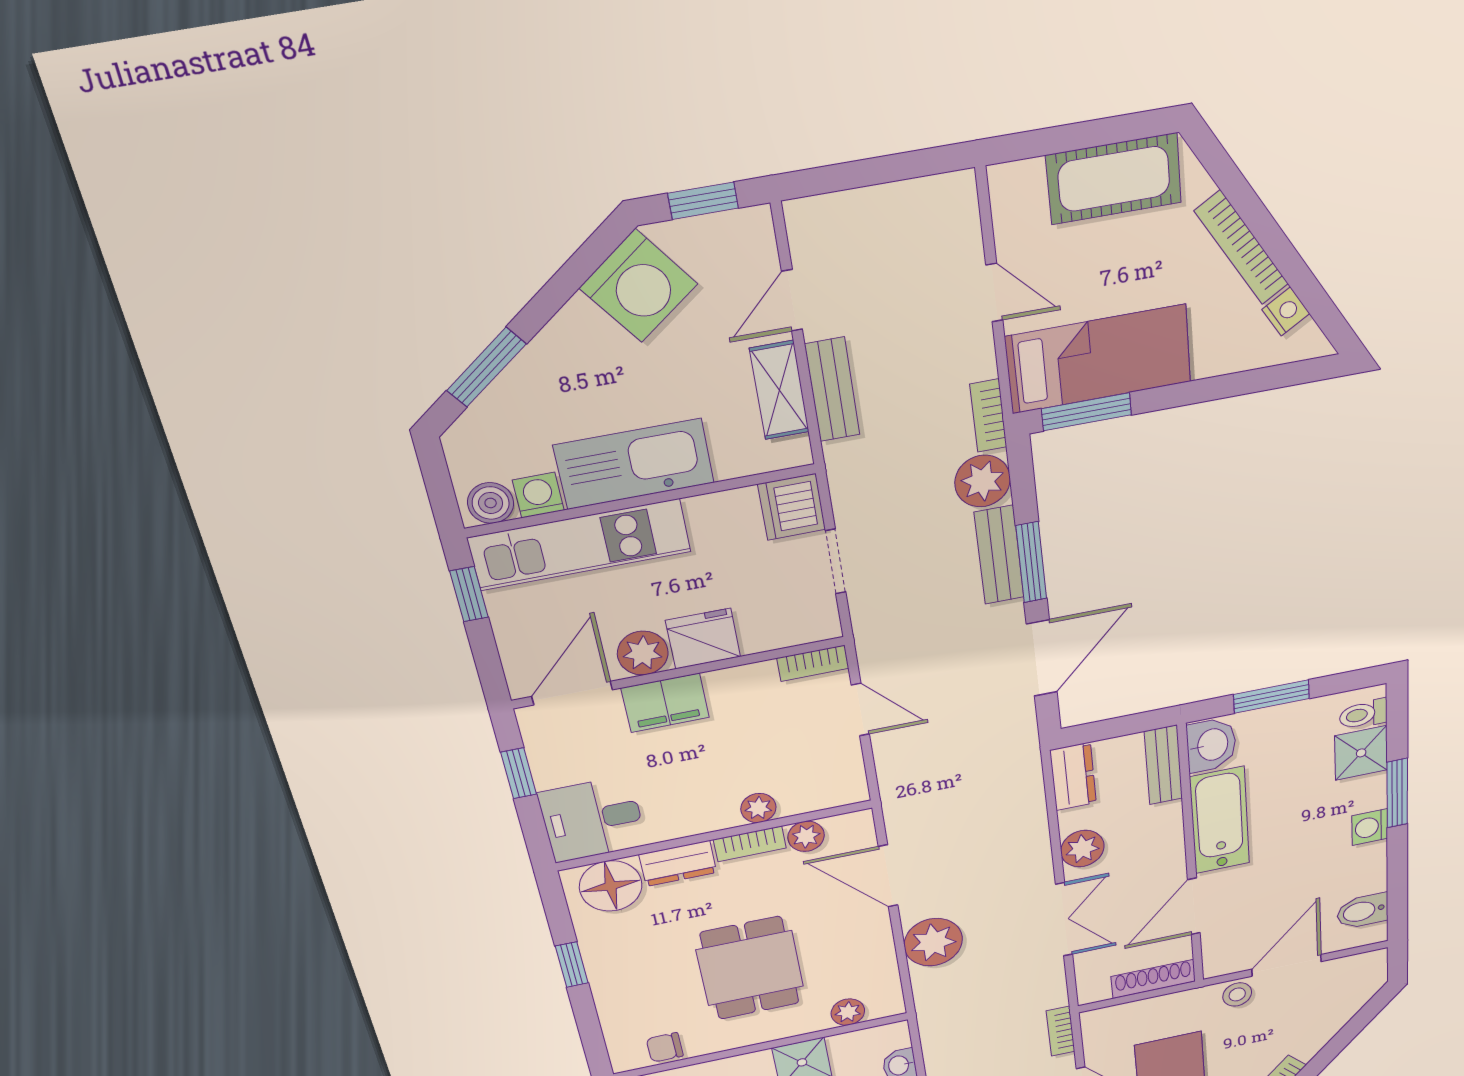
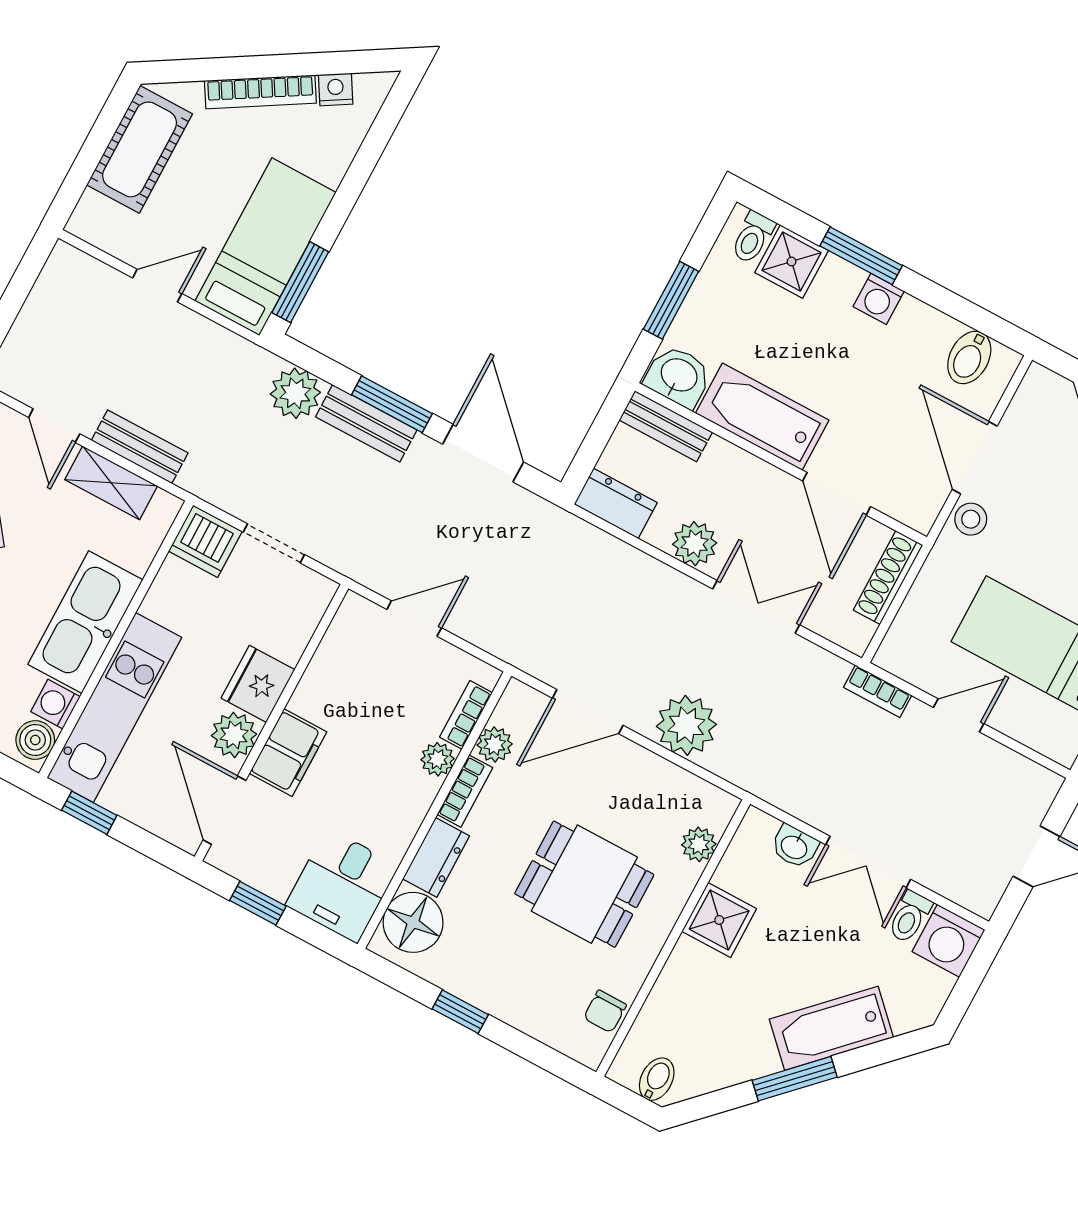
bookcase: (988, 416) -> (247, 353), removed
bookcase: (813, 663) -> (466, 715), moved, turned 180

